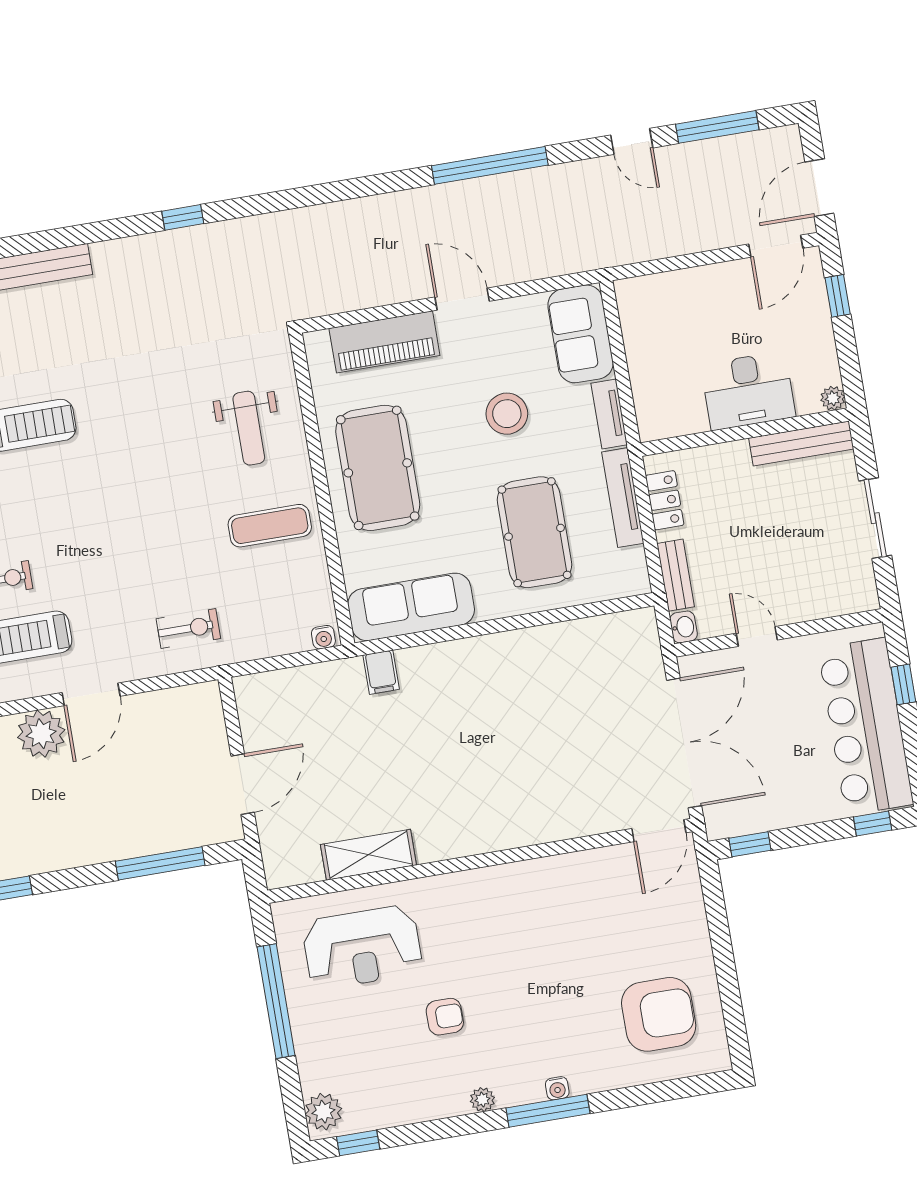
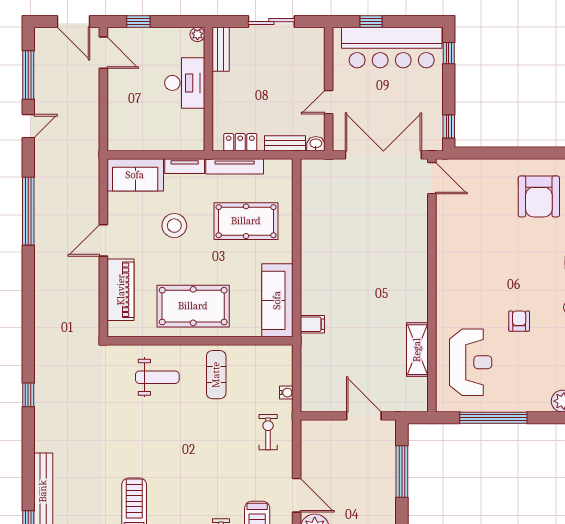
bench: (801, 443) -> (221, 49), width x0.73
water cooler: (323, 637) -> (286, 393), moved
armchair: (659, 1014) -> (539, 196), turned 180

